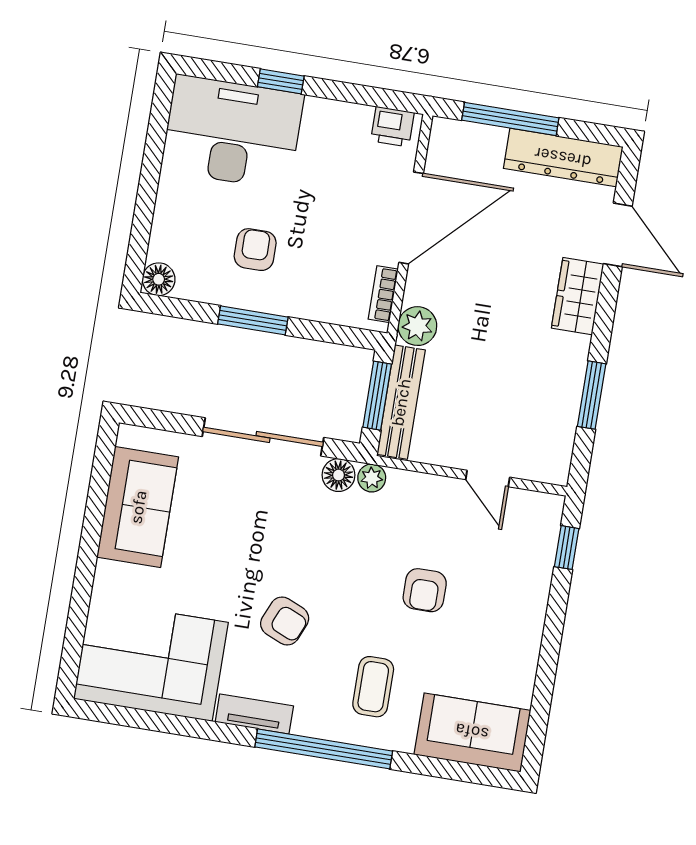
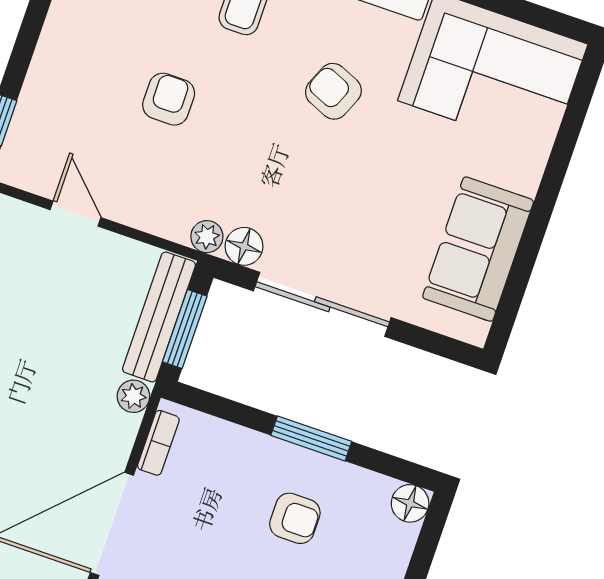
armchair: (255, 250) -> (295, 518), turned -90
plant: (417, 326) -> (133, 396), width x0.73, depth x0.73

